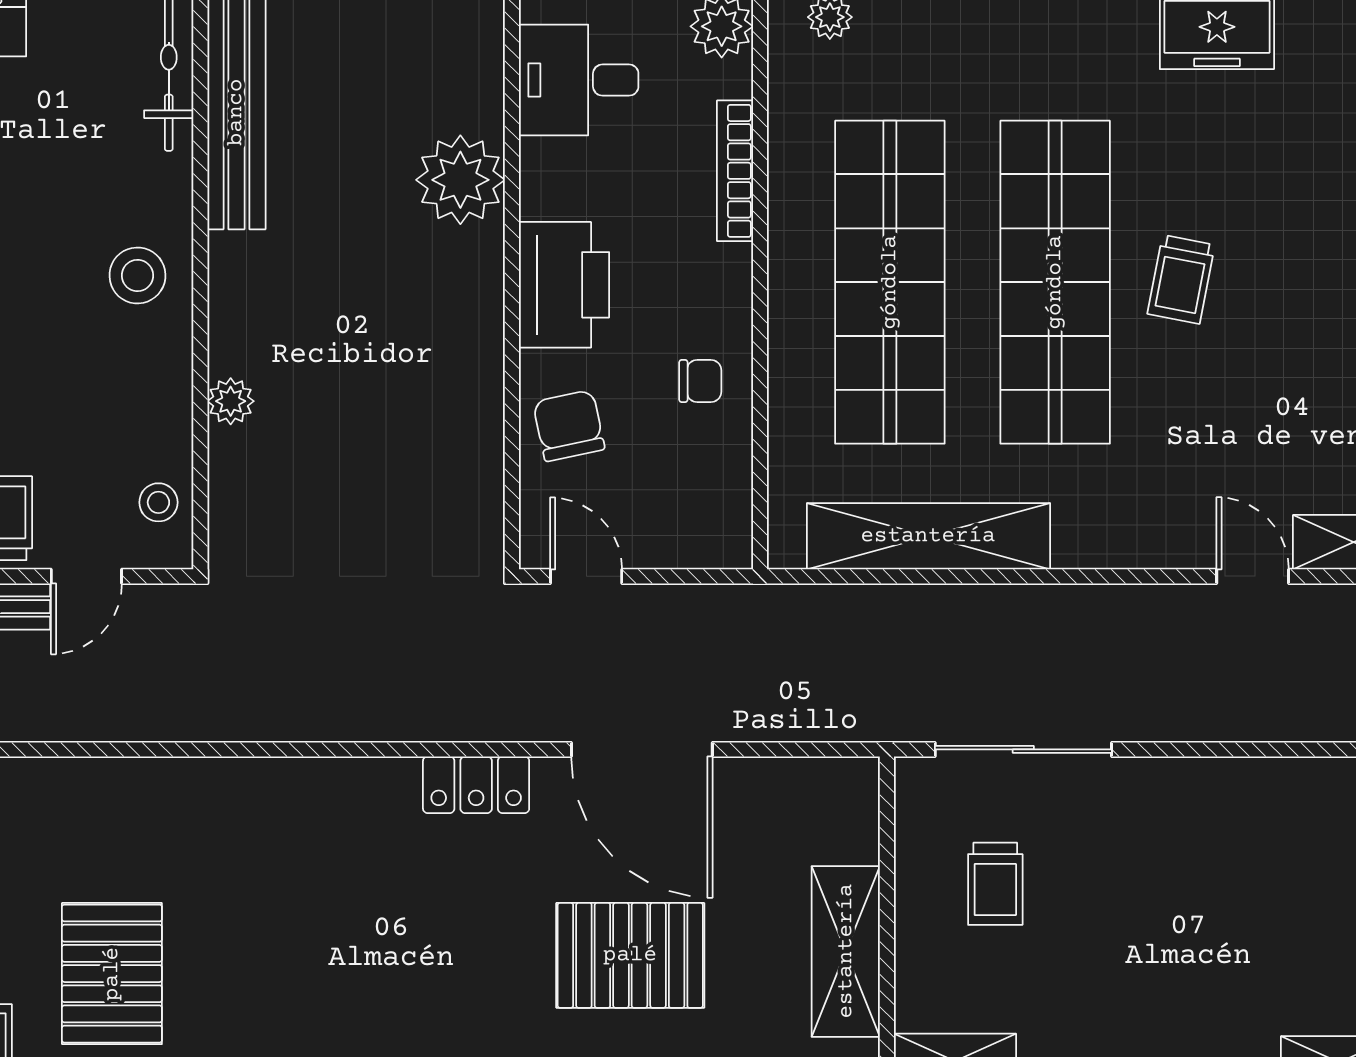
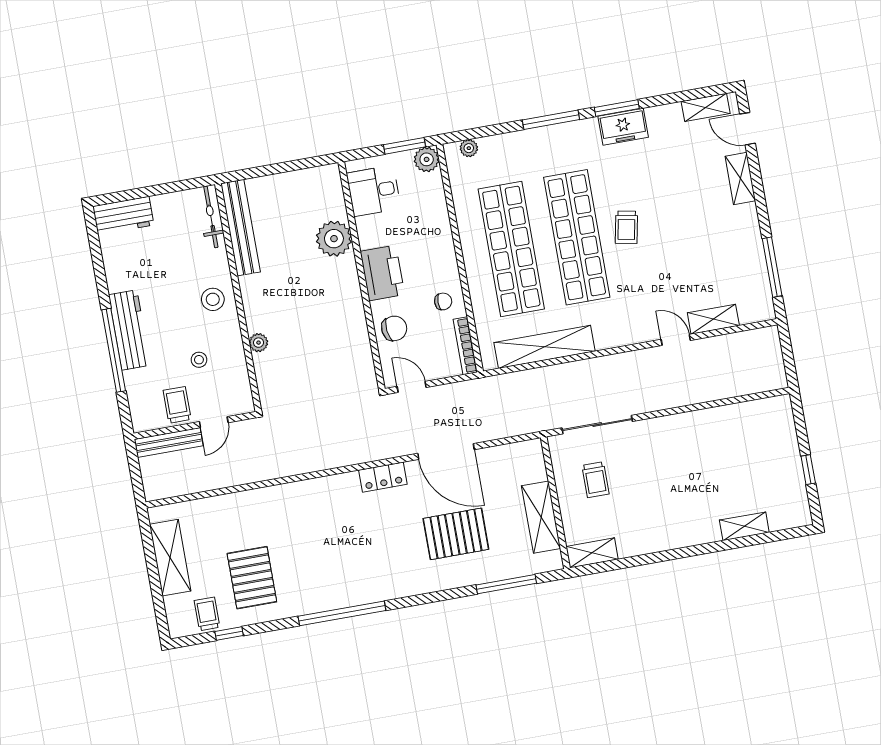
bookcase: (735, 171) -> (465, 346), moved
chair: (569, 426) -> (394, 328), turned 95
stool: (158, 502) -> (199, 360), moved

